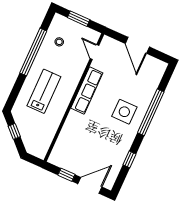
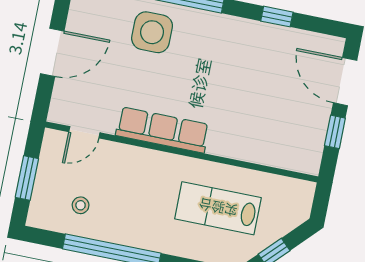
lab bench: (44, 91) -> (218, 208), moved
side table: (124, 112) -> (152, 32), moved

